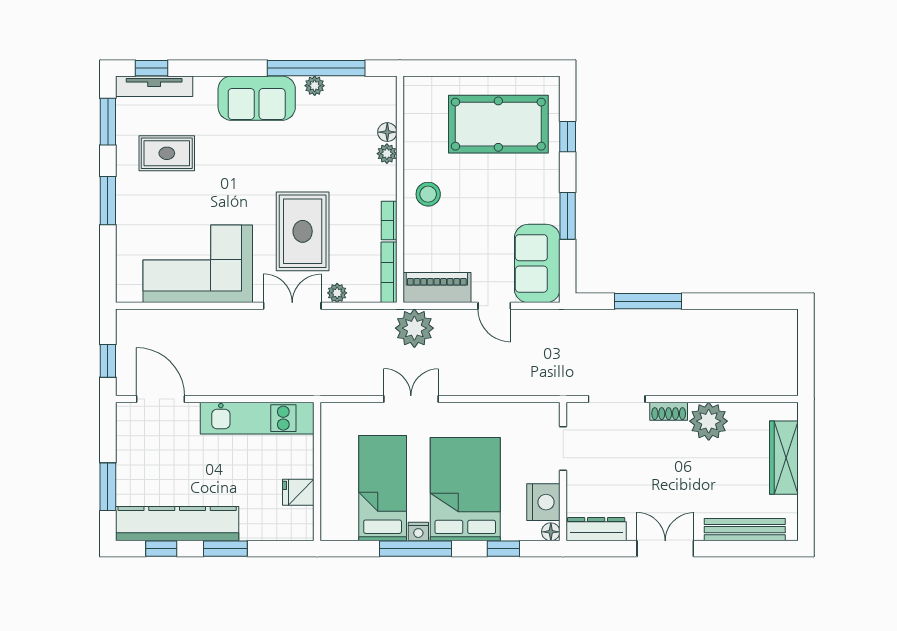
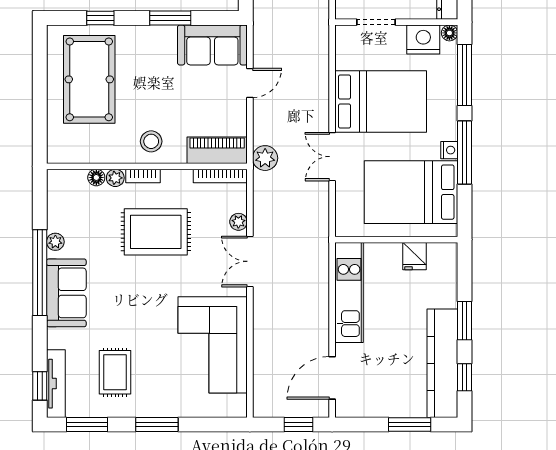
window: (316, 68) -> (40, 273), moved
bookcase: (389, 220) -> (143, 176), moved
rug: (303, 231) -> (156, 232), moved
piano: (437, 288) -> (217, 150), moved, turned 90
plant: (414, 328) -> (265, 158), width x0.73, depth x0.73
bed: (383, 488) -> (411, 192), width x1.50
bed: (465, 489) -> (381, 102), moved, turned 180
window: (503, 549) -> (464, 75), width x2.17

